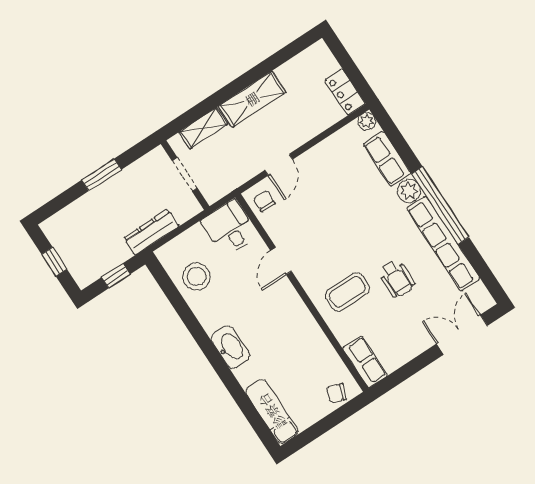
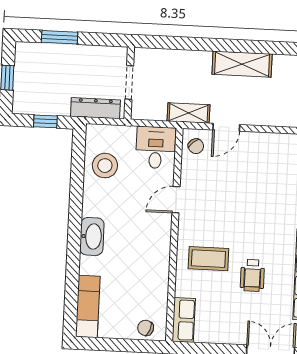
shelving: (203, 128) -> (189, 113), moved
window: (102, 175) -> (60, 37), moved
doorway: (185, 175) -> (129, 83), moved
wall: (185, 175) -> (129, 83), moved
chair: (264, 201) -> (196, 146), turned 140

